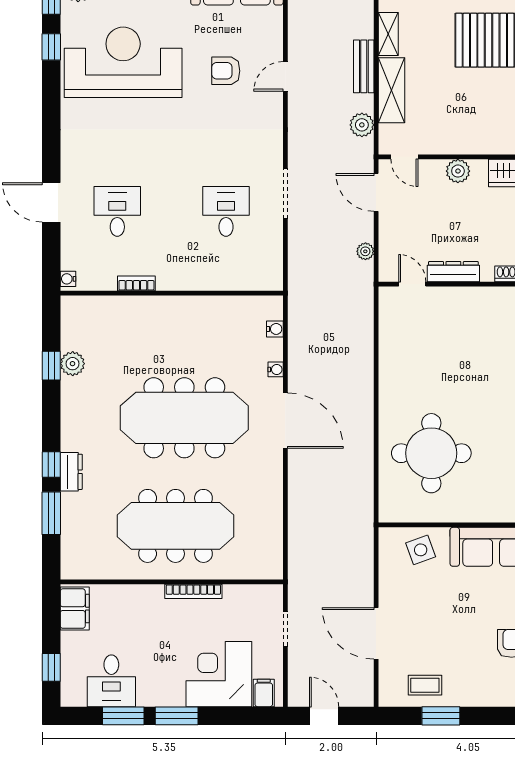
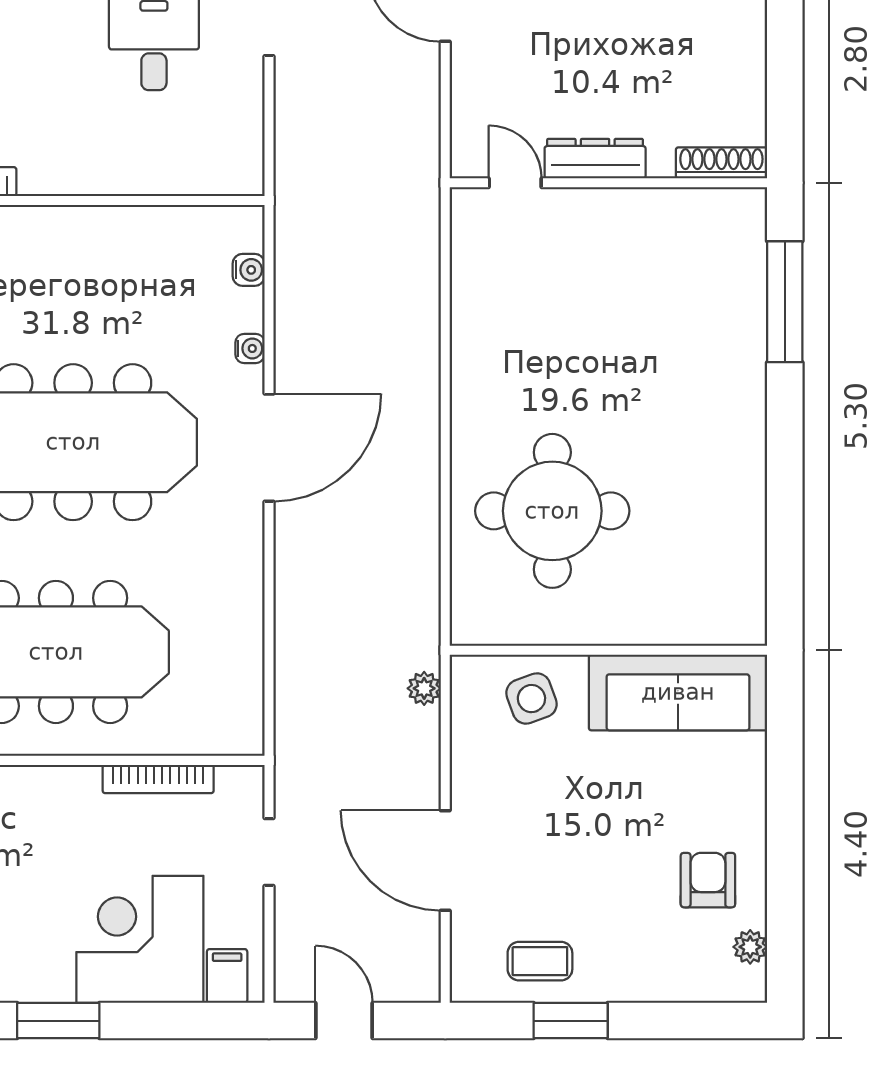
plant: (365, 251) -> (424, 688), moved
door: (285, 421) -> (269, 448), hinge flipped
bookcase: (193, 591) -> (158, 779), moved

